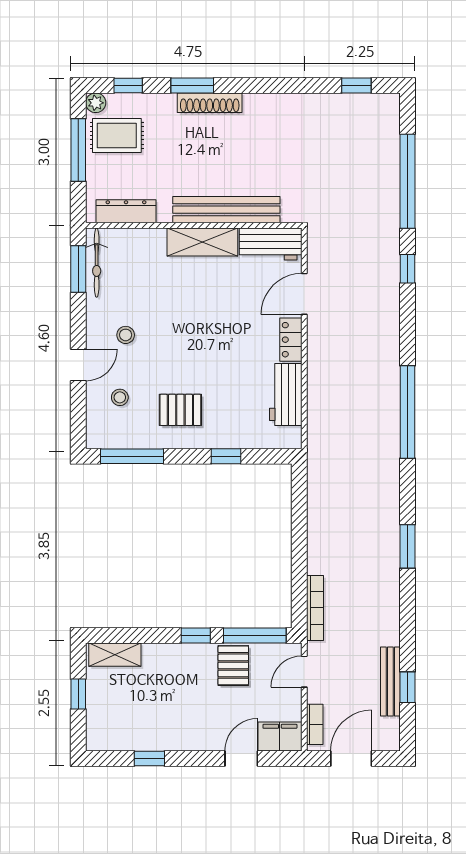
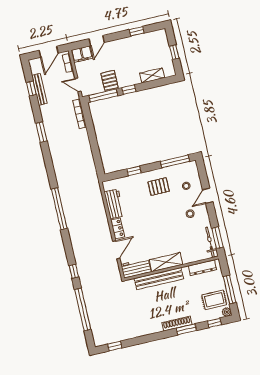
window: (407, 546) -> (41, 132), moved
shelving: (115, 655) -> (152, 75), moved
door: (304, 672) -> (78, 85), swing flipped

